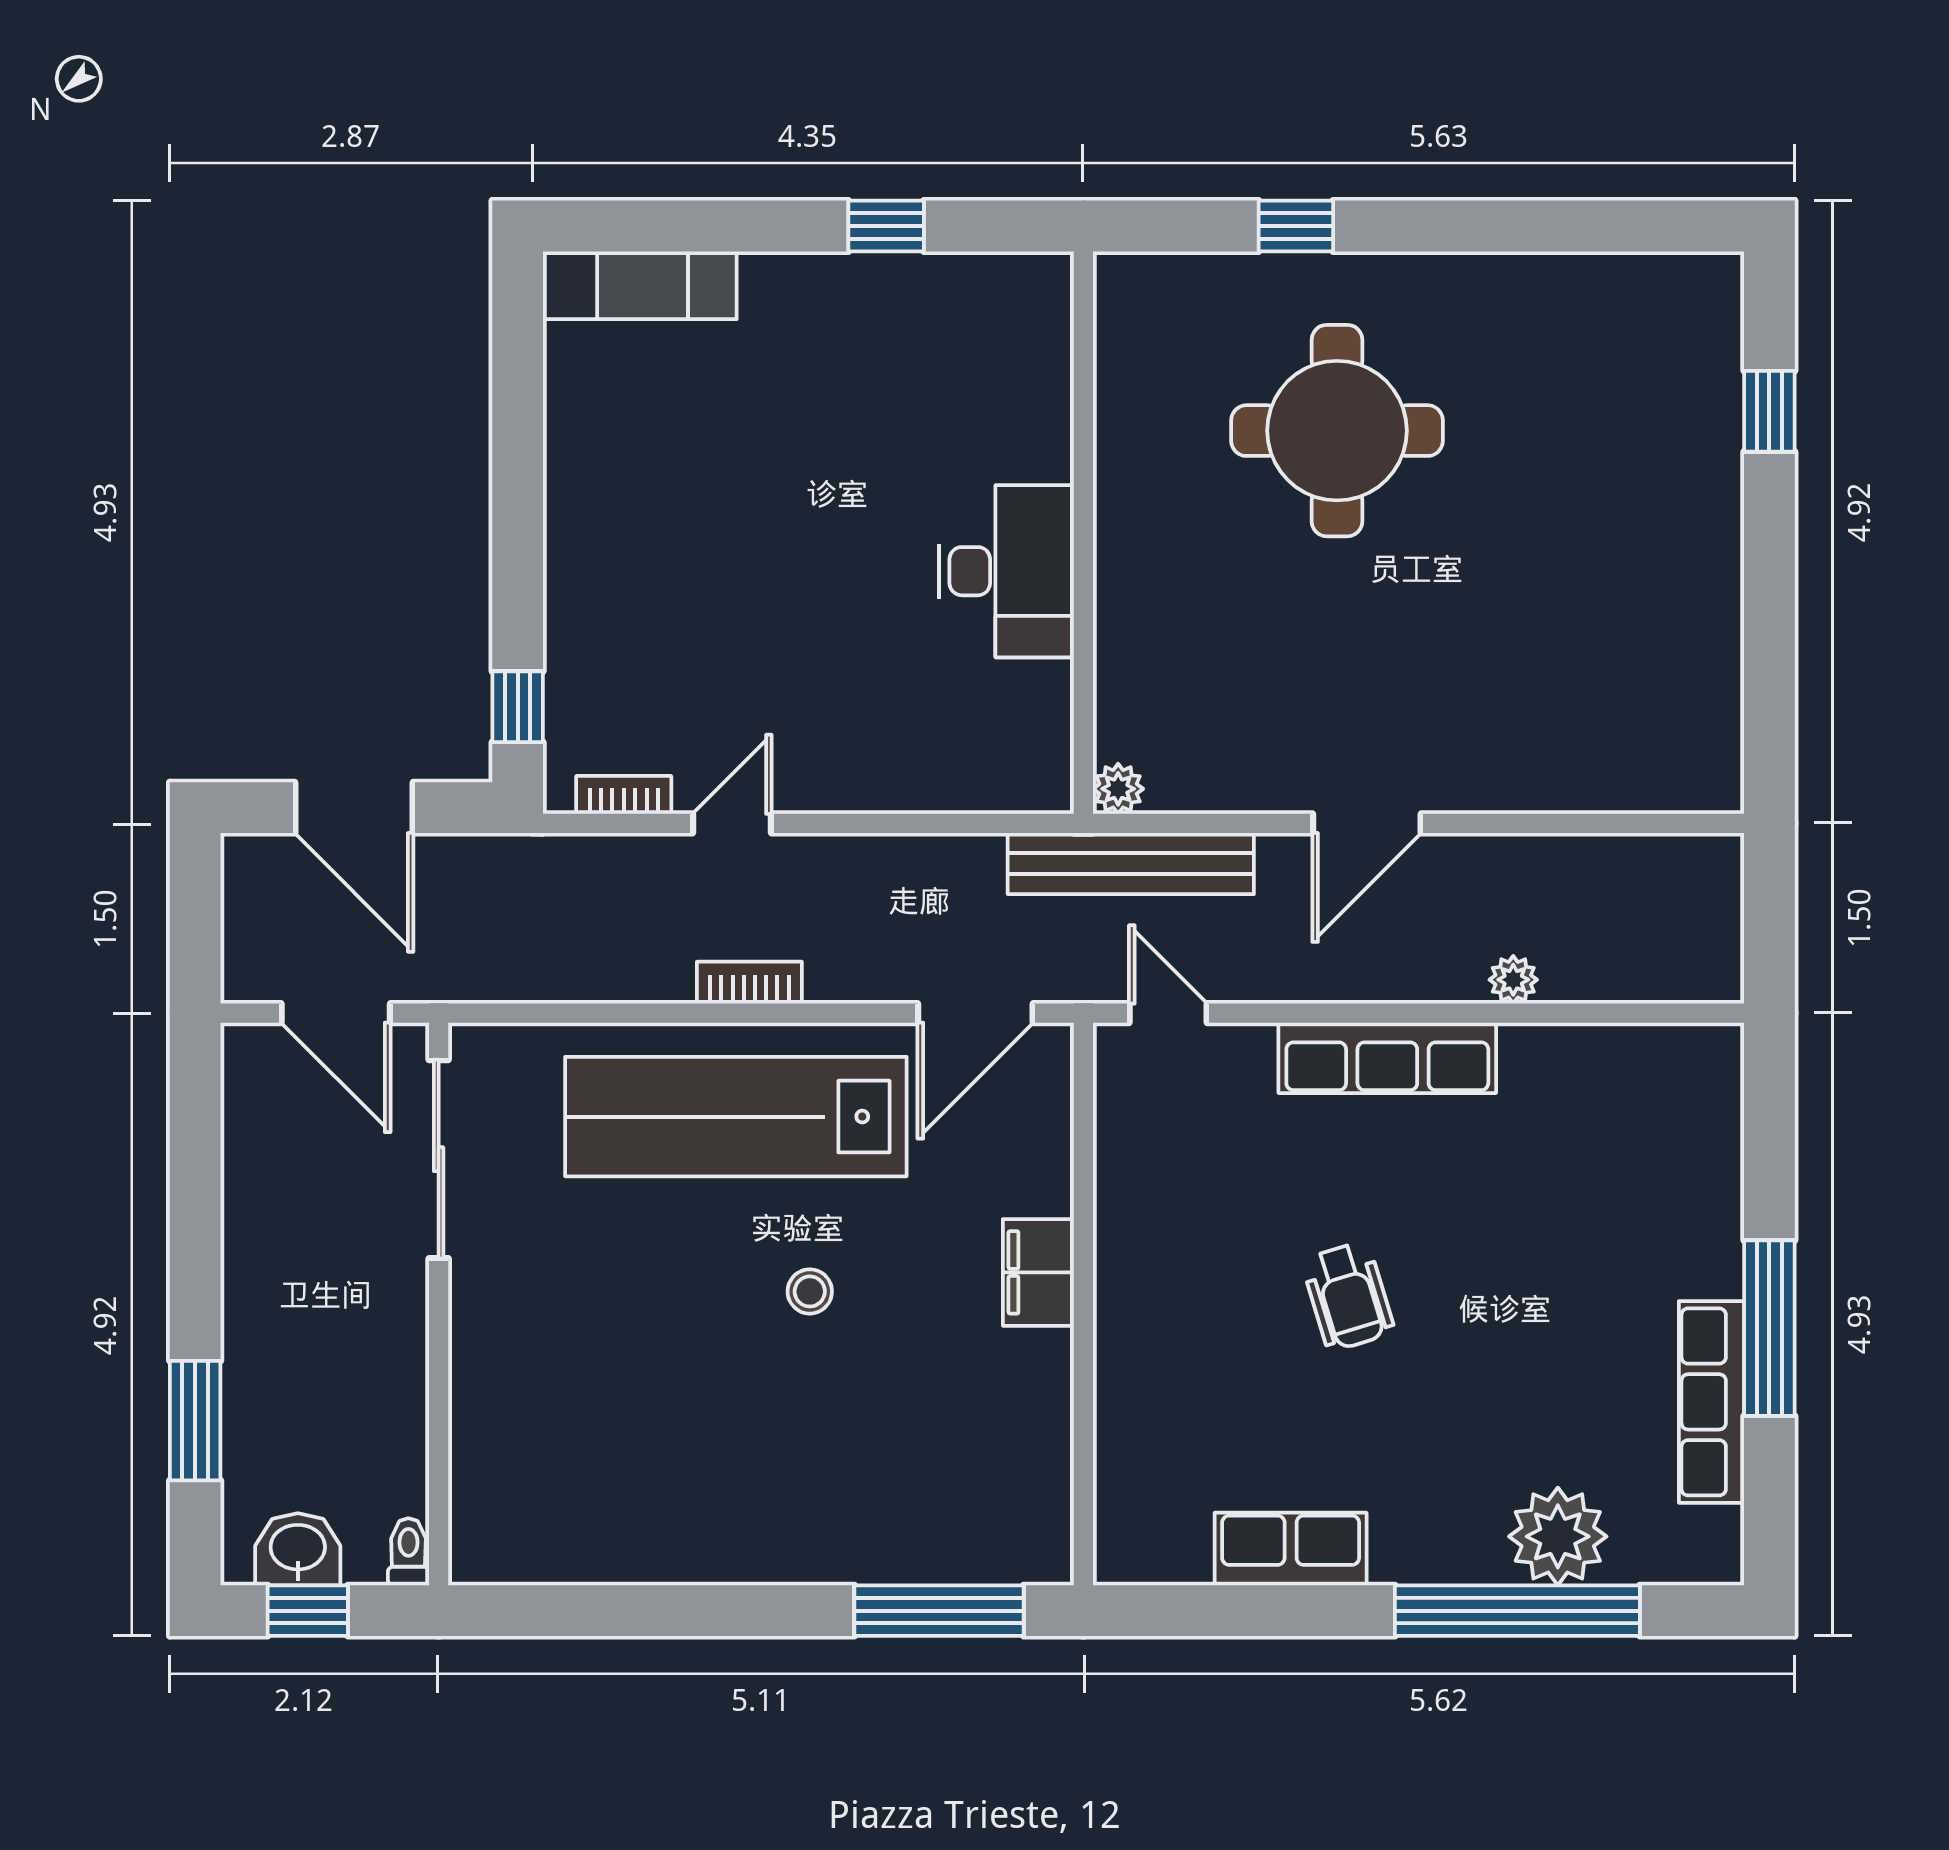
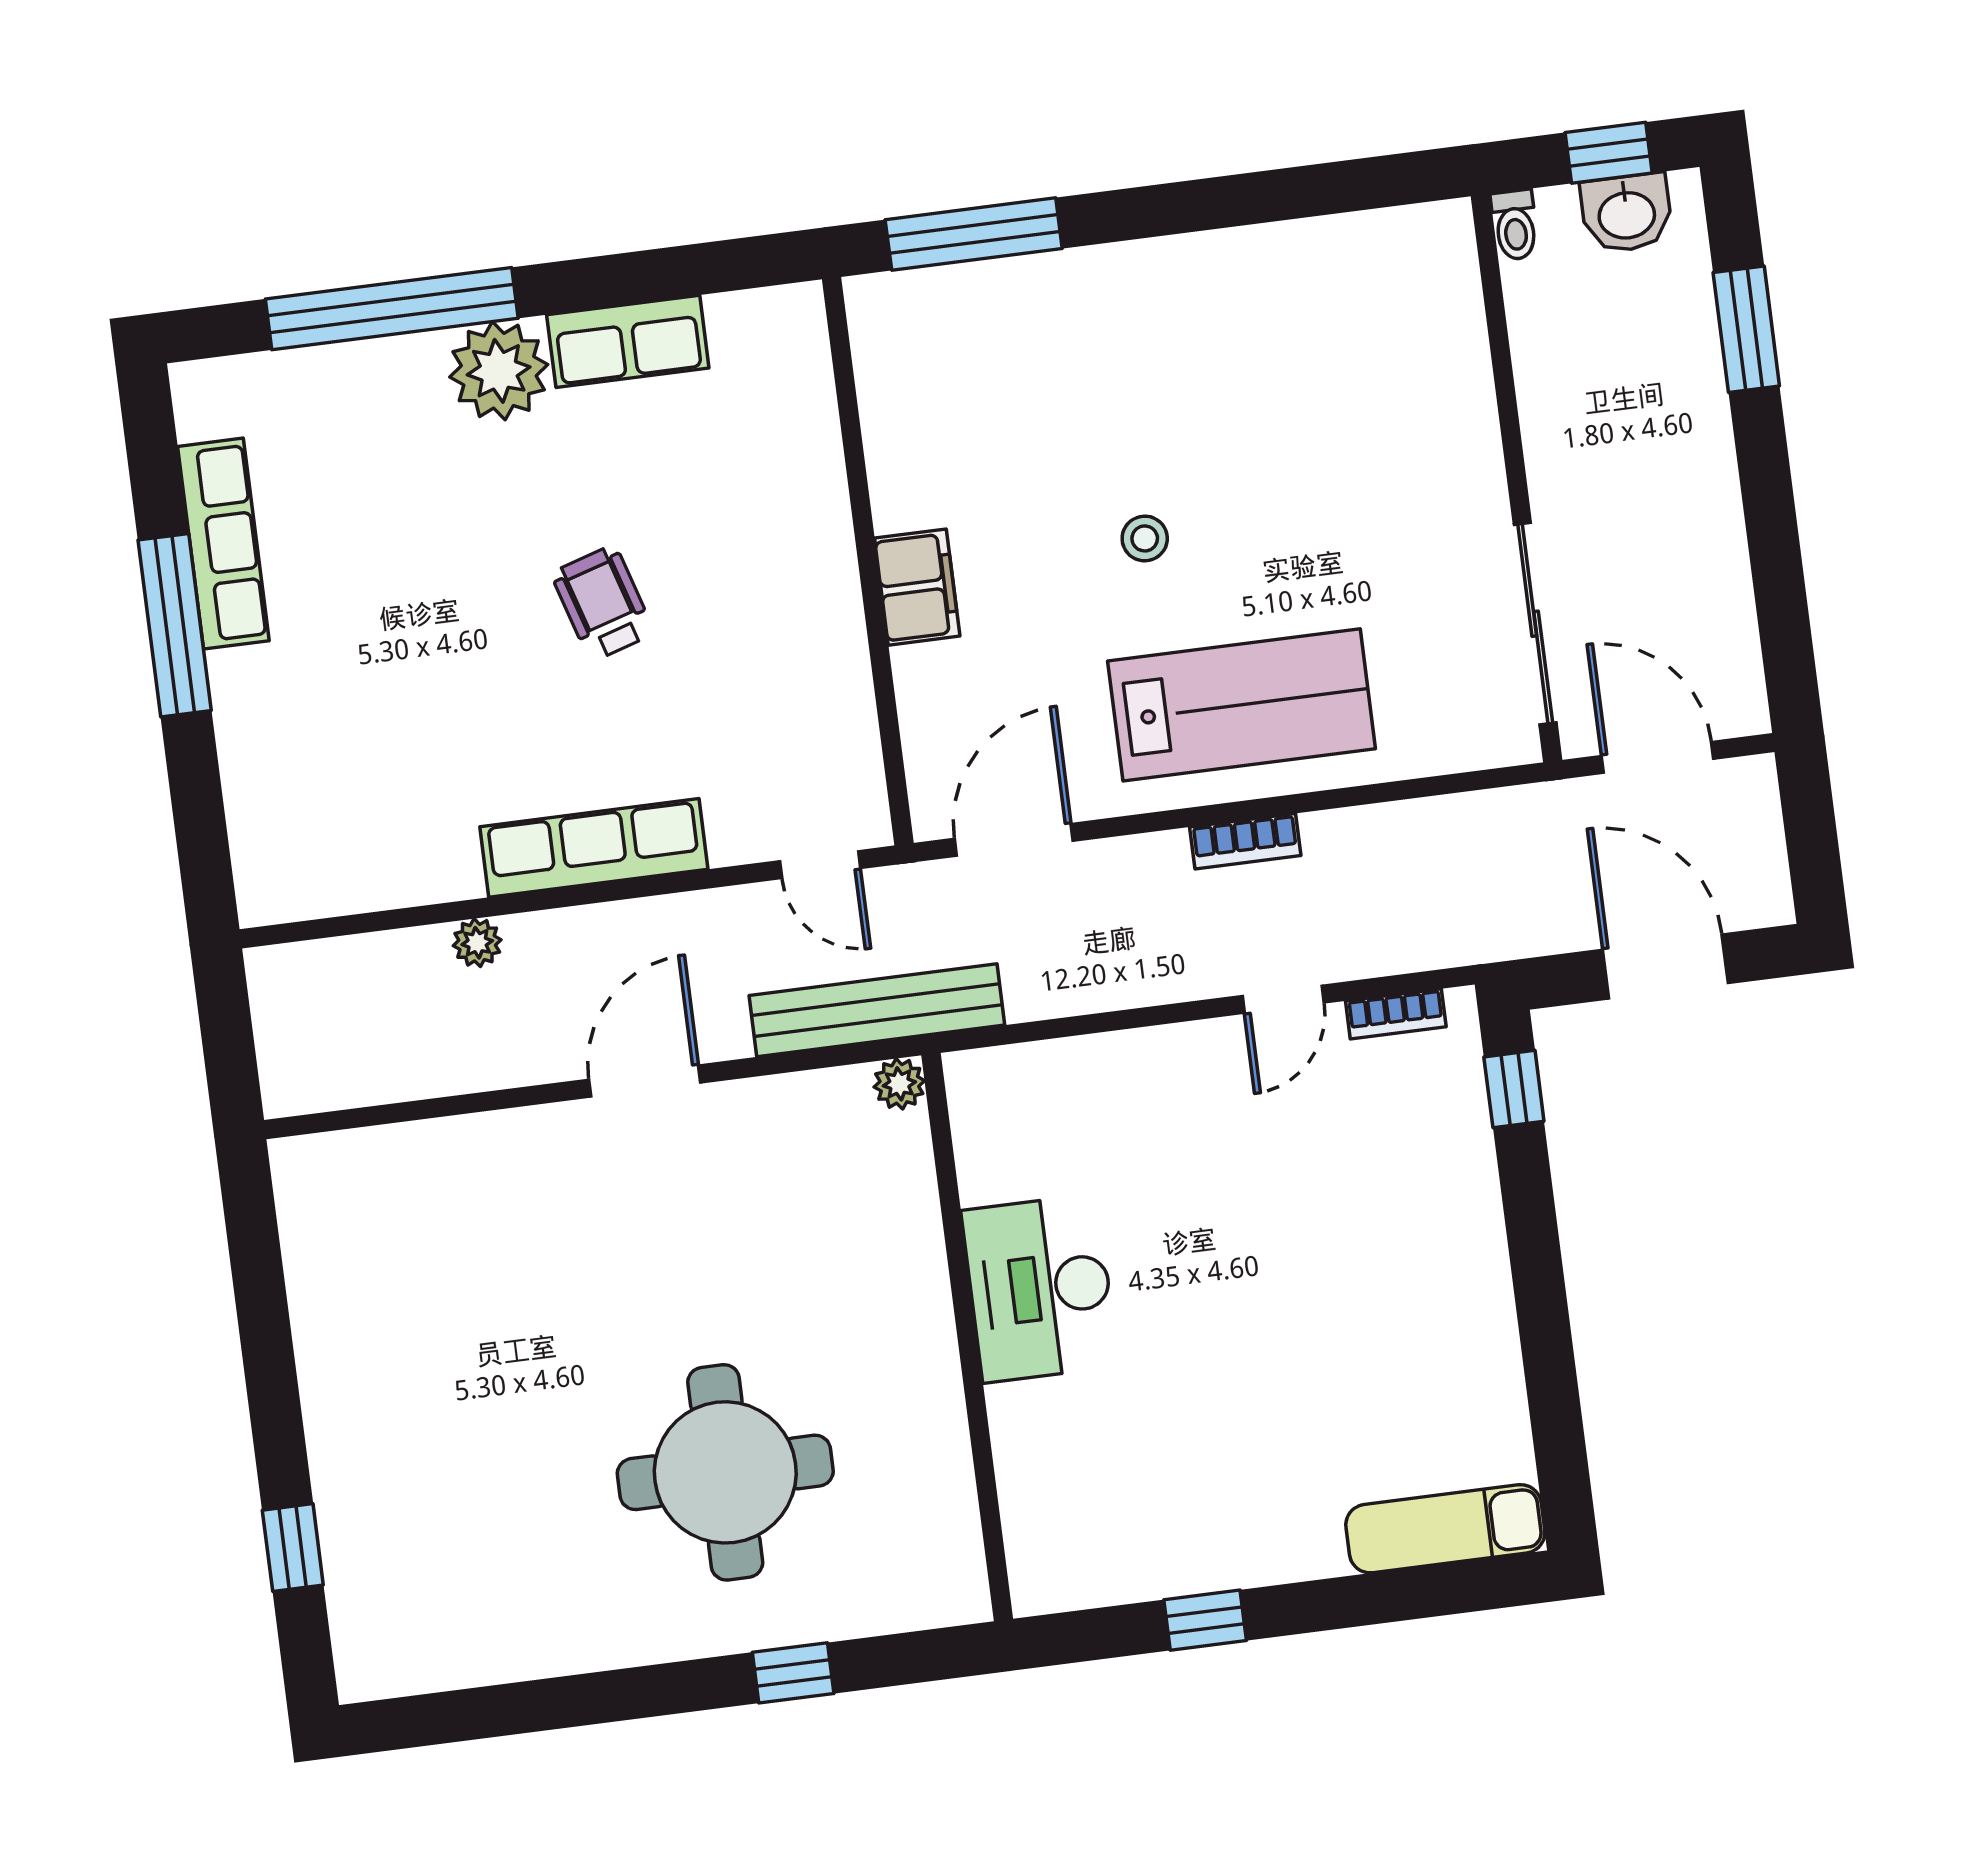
lab bench: (736, 1117) -> (1242, 705), width x0.73
plant: (1558, 1536) -> (499, 371), moved

